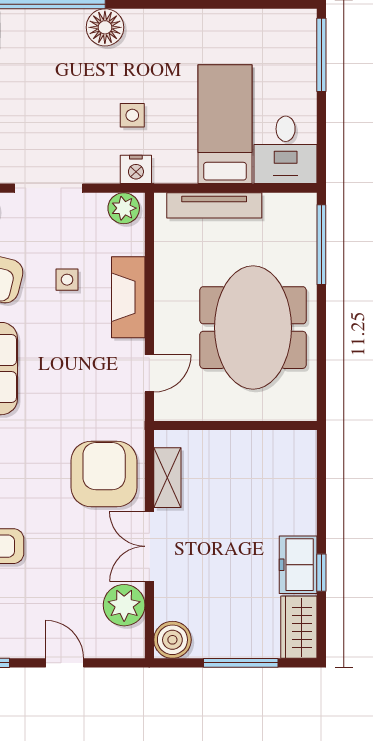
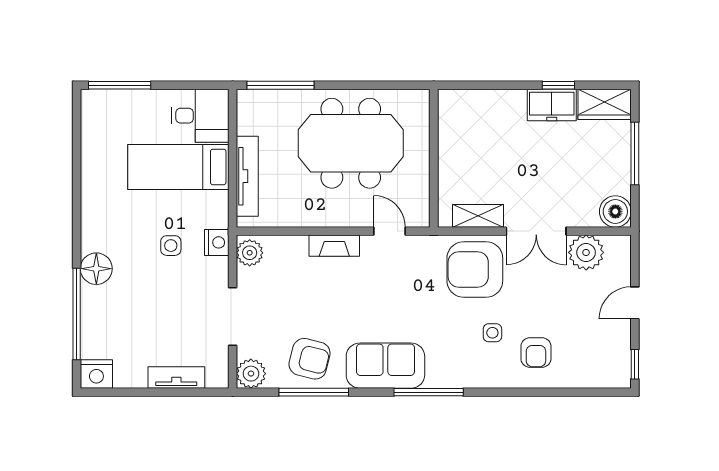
side table: (67, 280) -> (492, 333), moved
fireplace: (128, 297) -> (334, 246), width x0.73, depth x0.76

